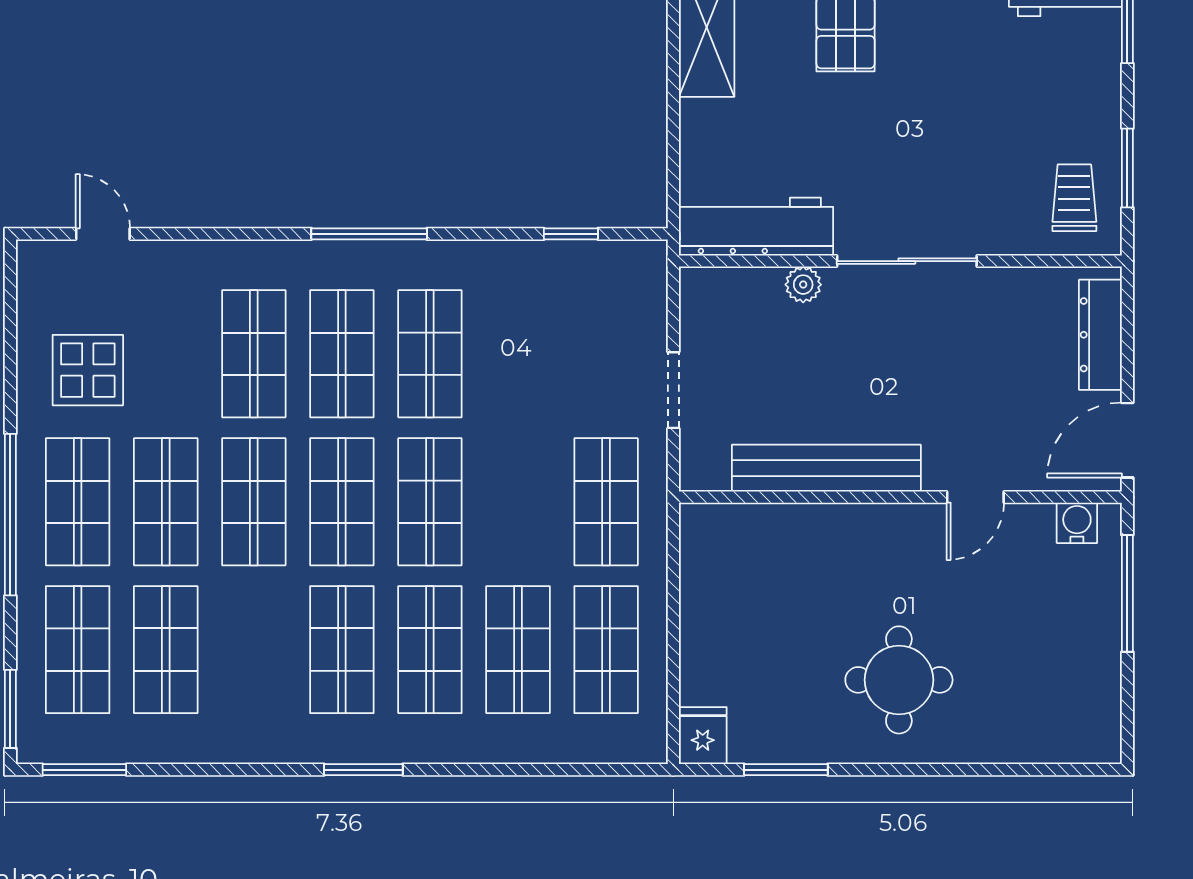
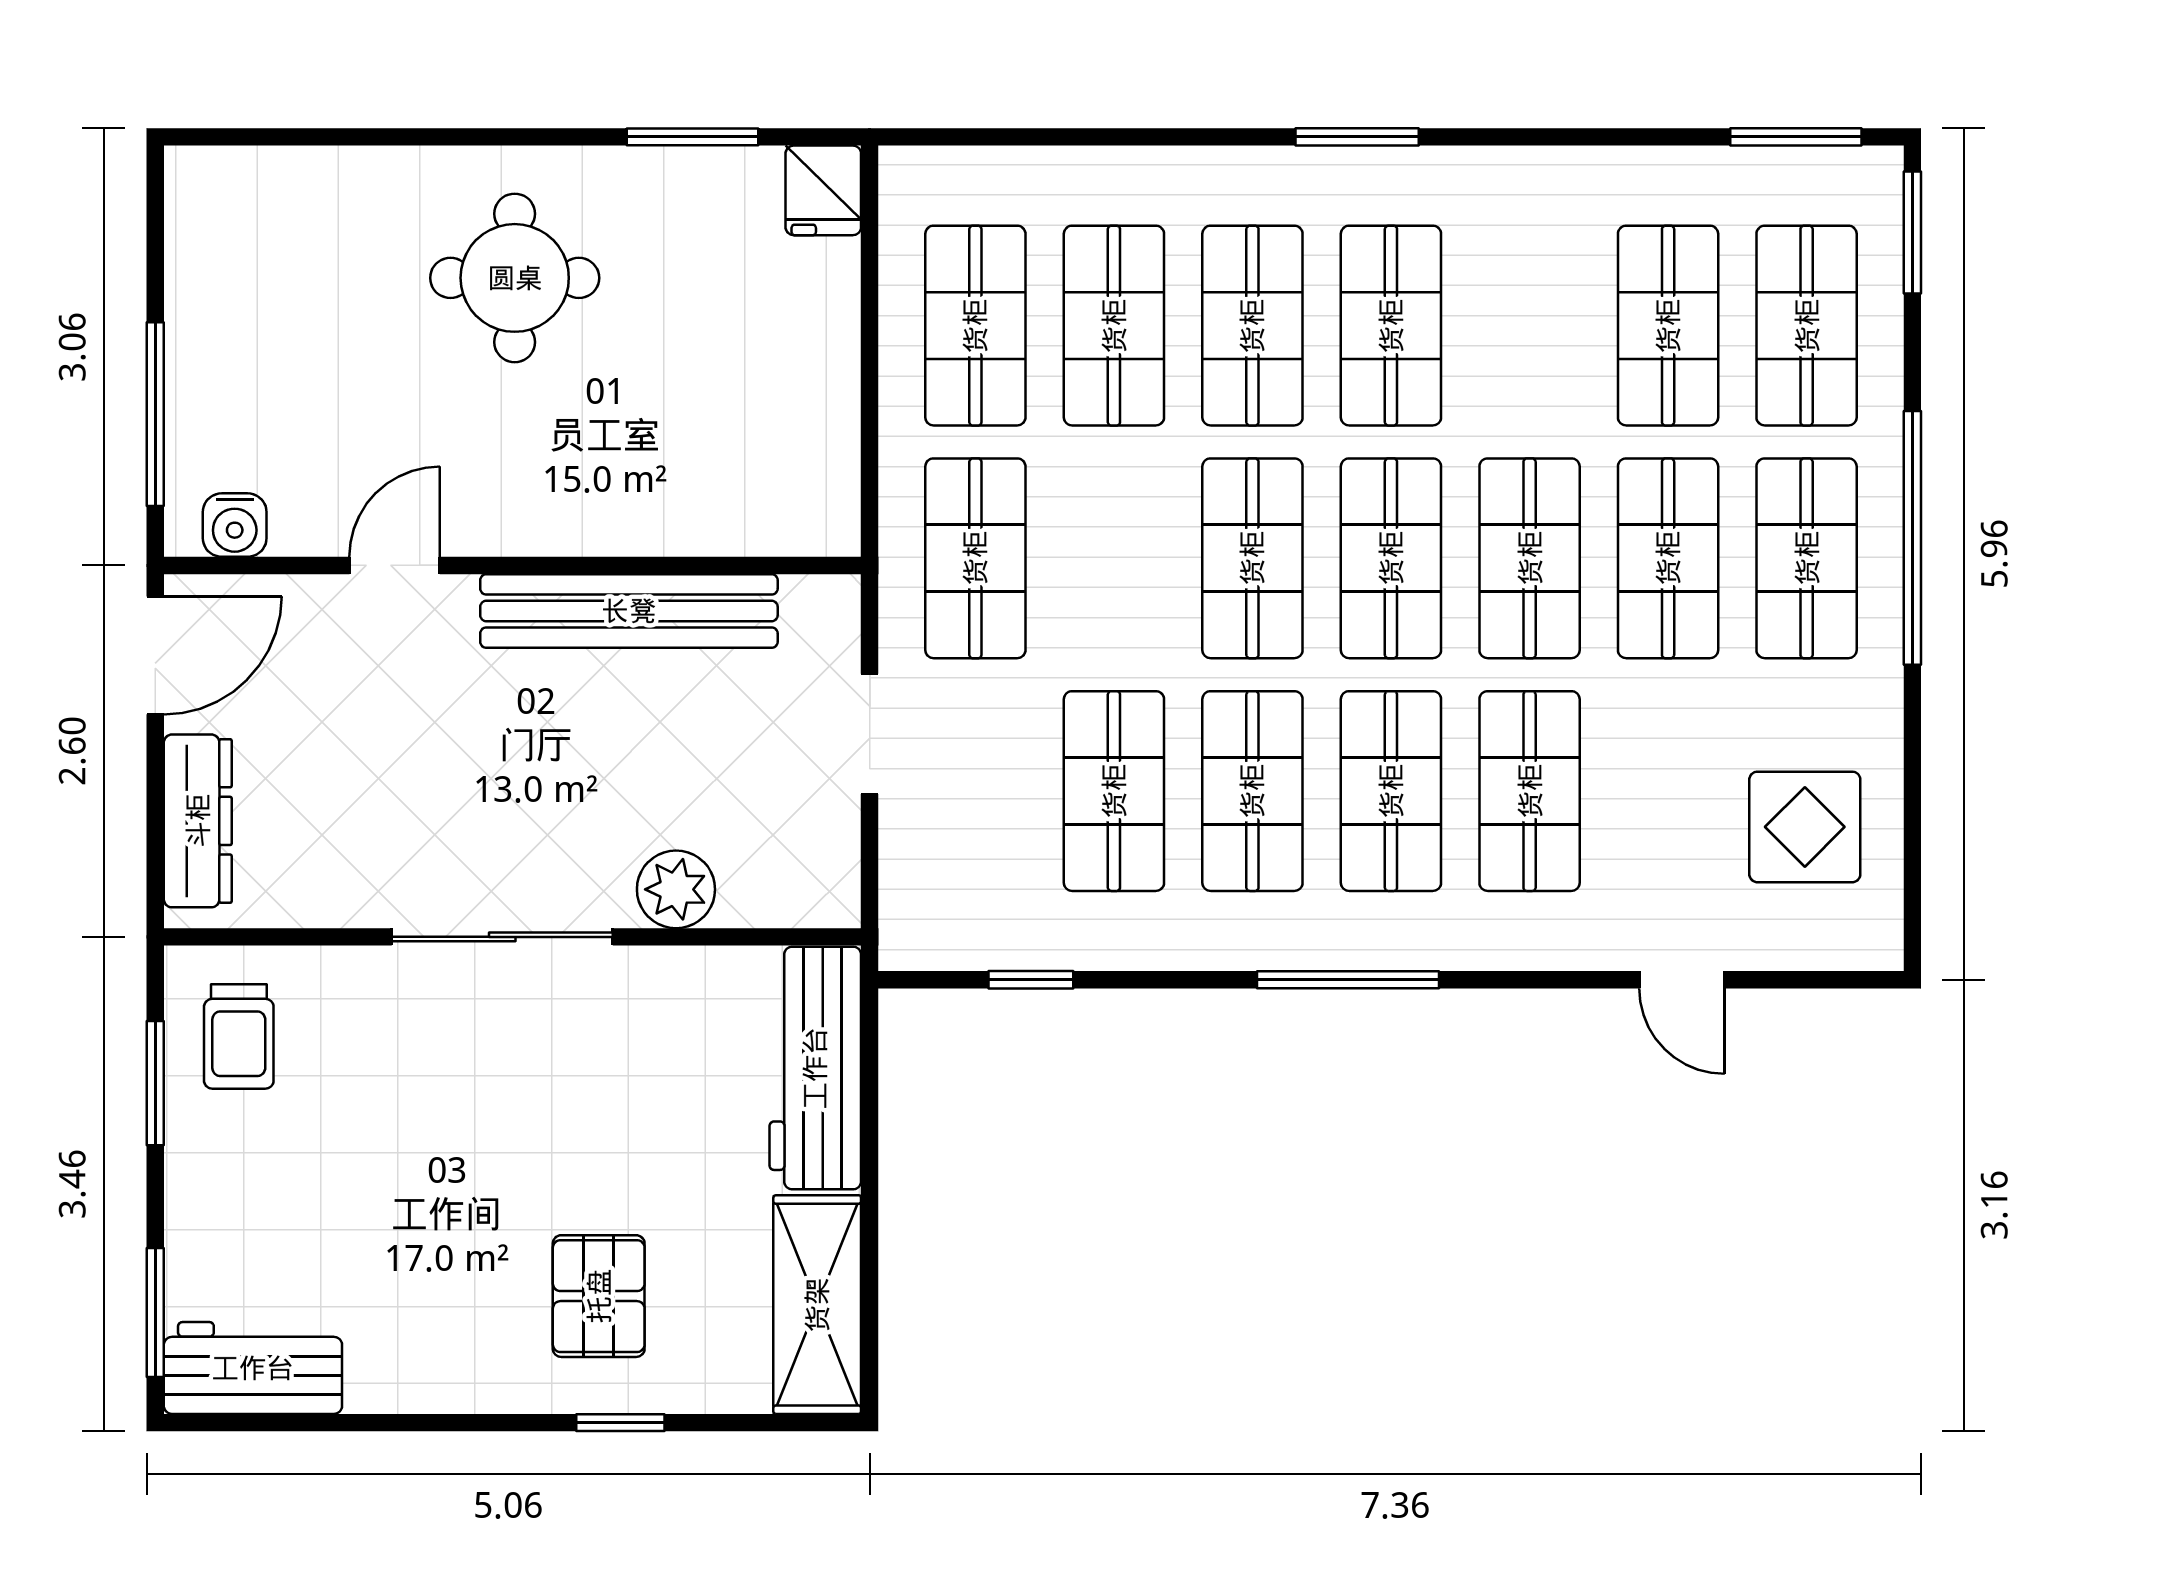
workbench: (756, 227) -> (815, 1068), moved, turned 90
door: (103, 234) -> (1682, 980), moved
plant: (803, 285) -> (676, 889), width x1.38, depth x1.38
shop shelf: (518, 354) -> (1114, 791), added
display table: (88, 370) -> (1805, 827), moved

